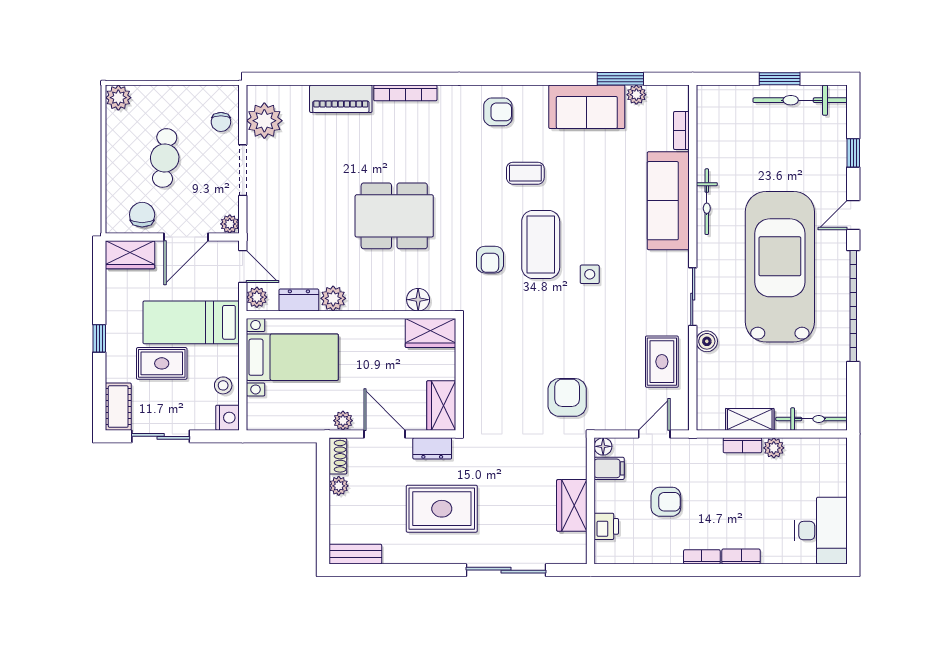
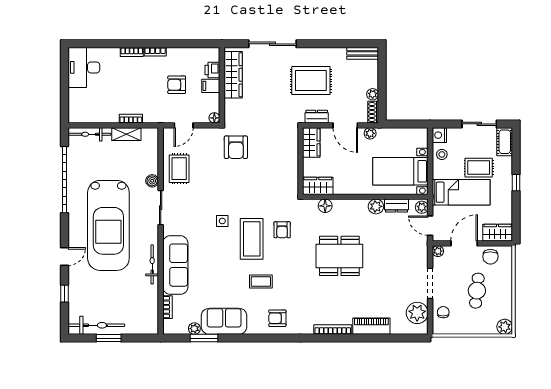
armchair: (490, 260) -> (282, 230), turned 180
garage door: (853, 306) -> (64, 180), moved
plant: (774, 448) -> (112, 117), removed
filing cabinet: (609, 468) -> (211, 86), moved
wardrobe: (572, 505) -> (233, 75), width x1.50

